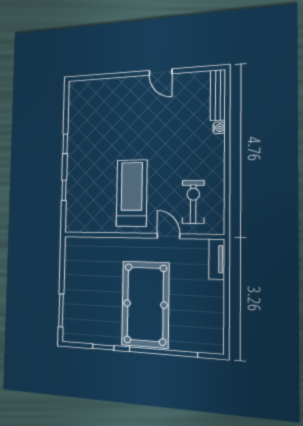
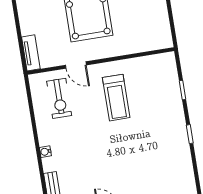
water cooler: (219, 128) -> (45, 152), moved
treadmill: (132, 193) -> (116, 98), width x0.73, depth x0.73

